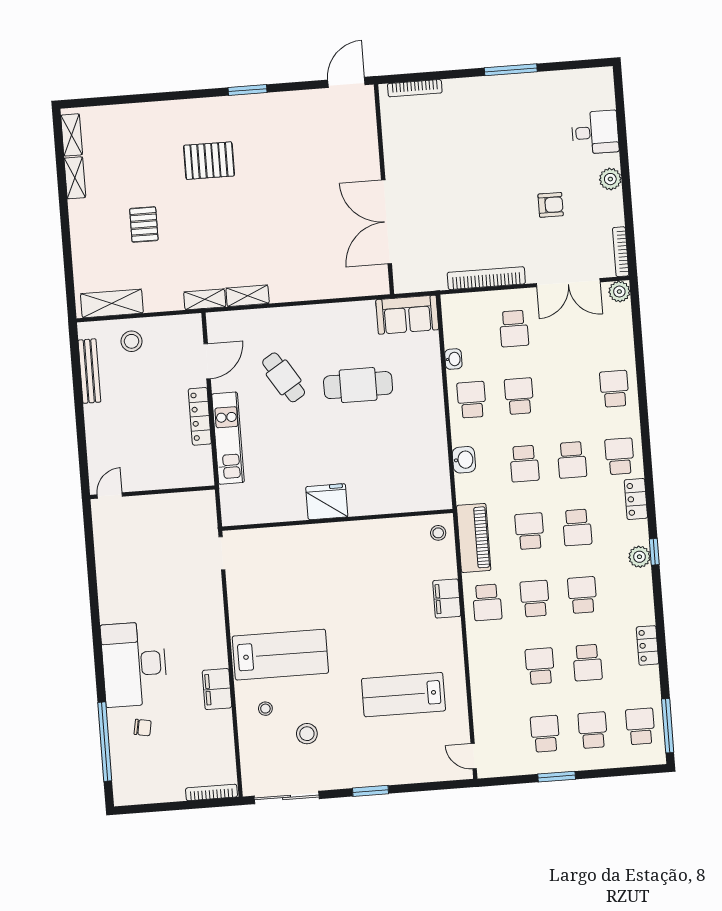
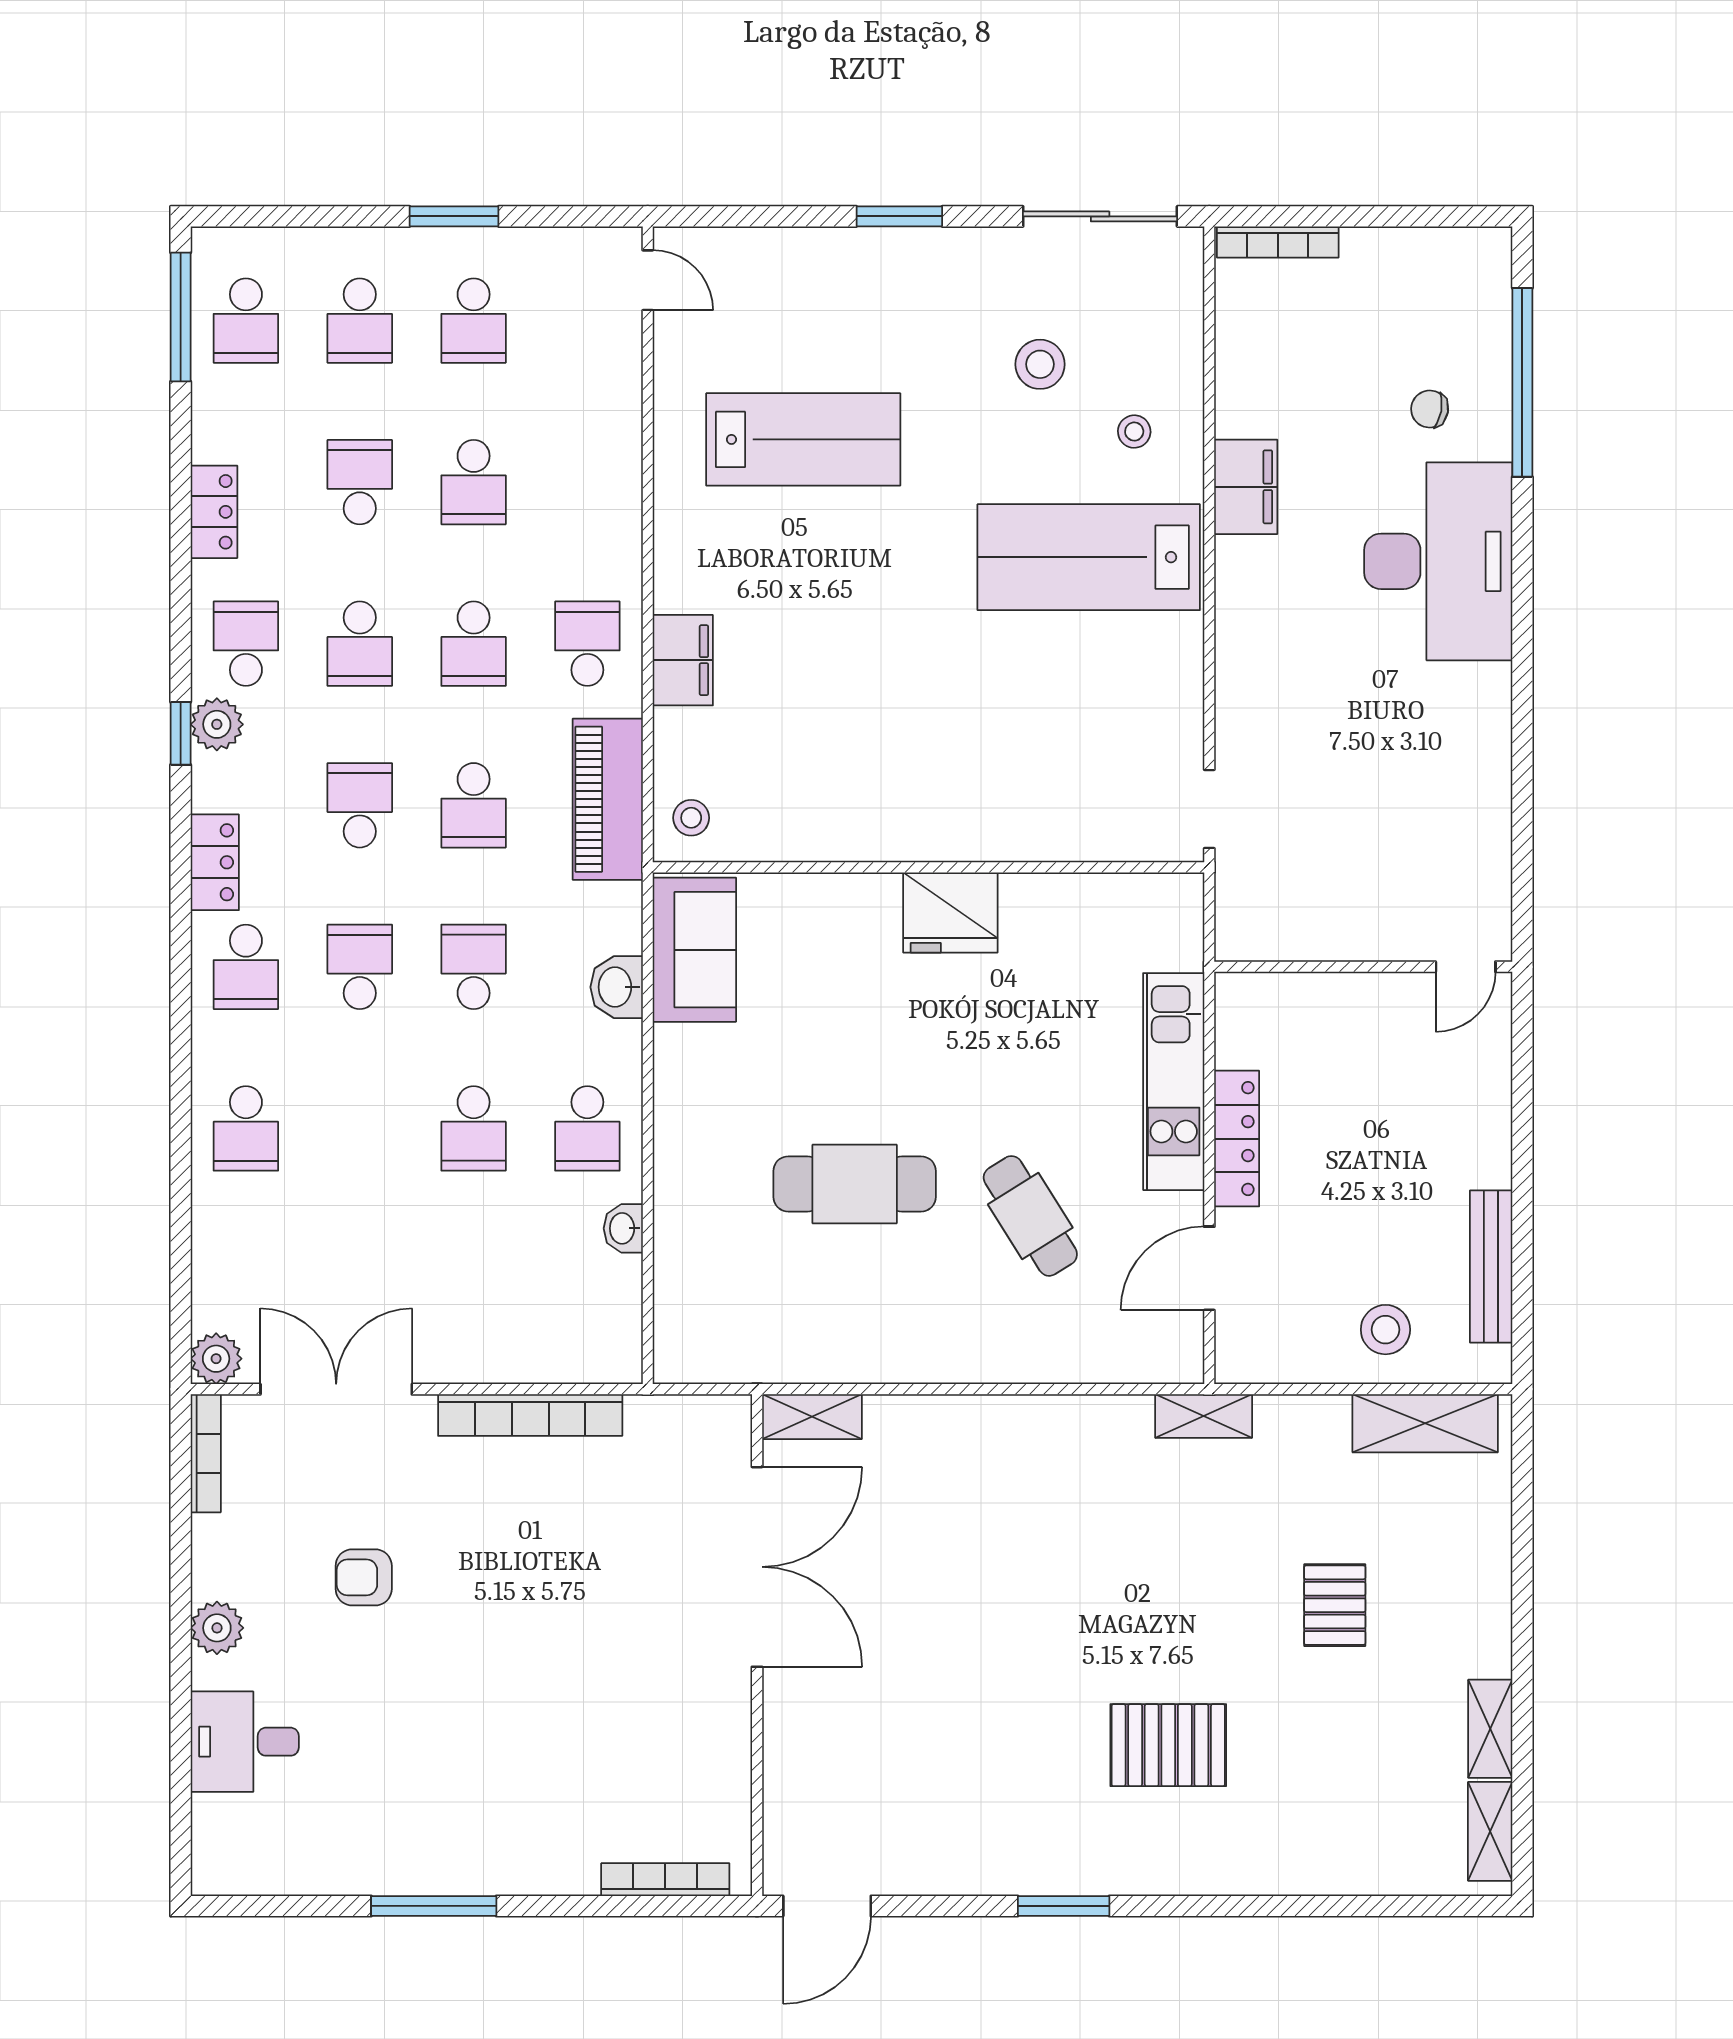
shelving: (248, 296) -> (812, 1417), moved
sofa: (407, 315) -> (694, 950), moved, turned 90
school desk: (514, 329) -> (246, 644), moved

